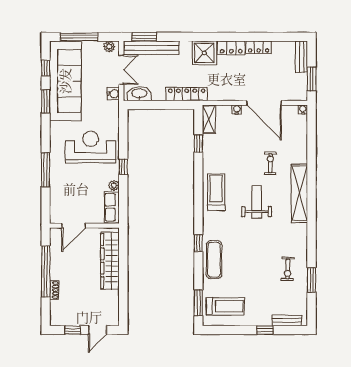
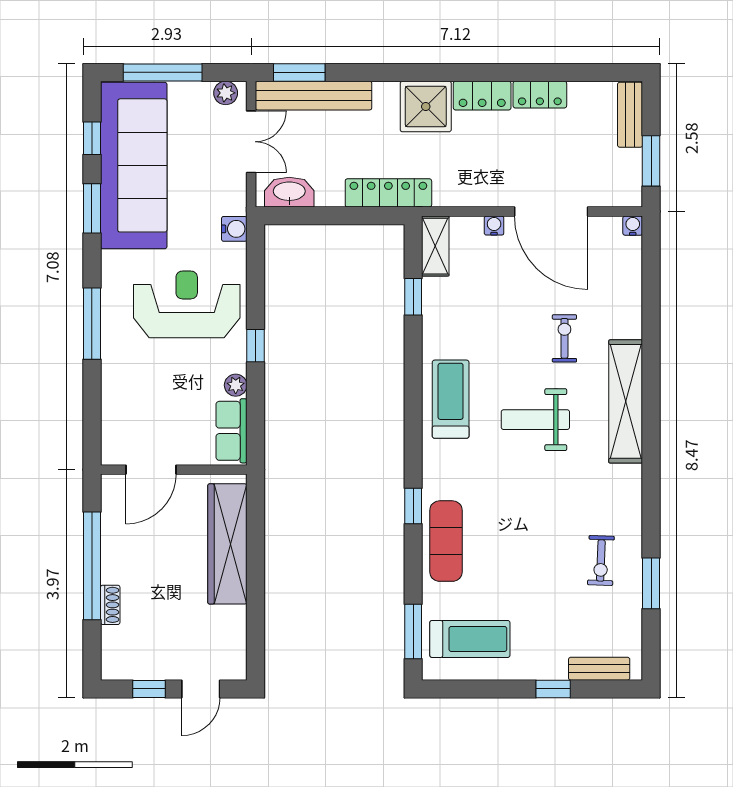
water cooler: (113, 94) -> (234, 229), moved
window: (46, 170) -> (92, 324), moved
weight bench: (257, 202) -> (535, 420), turned -90

